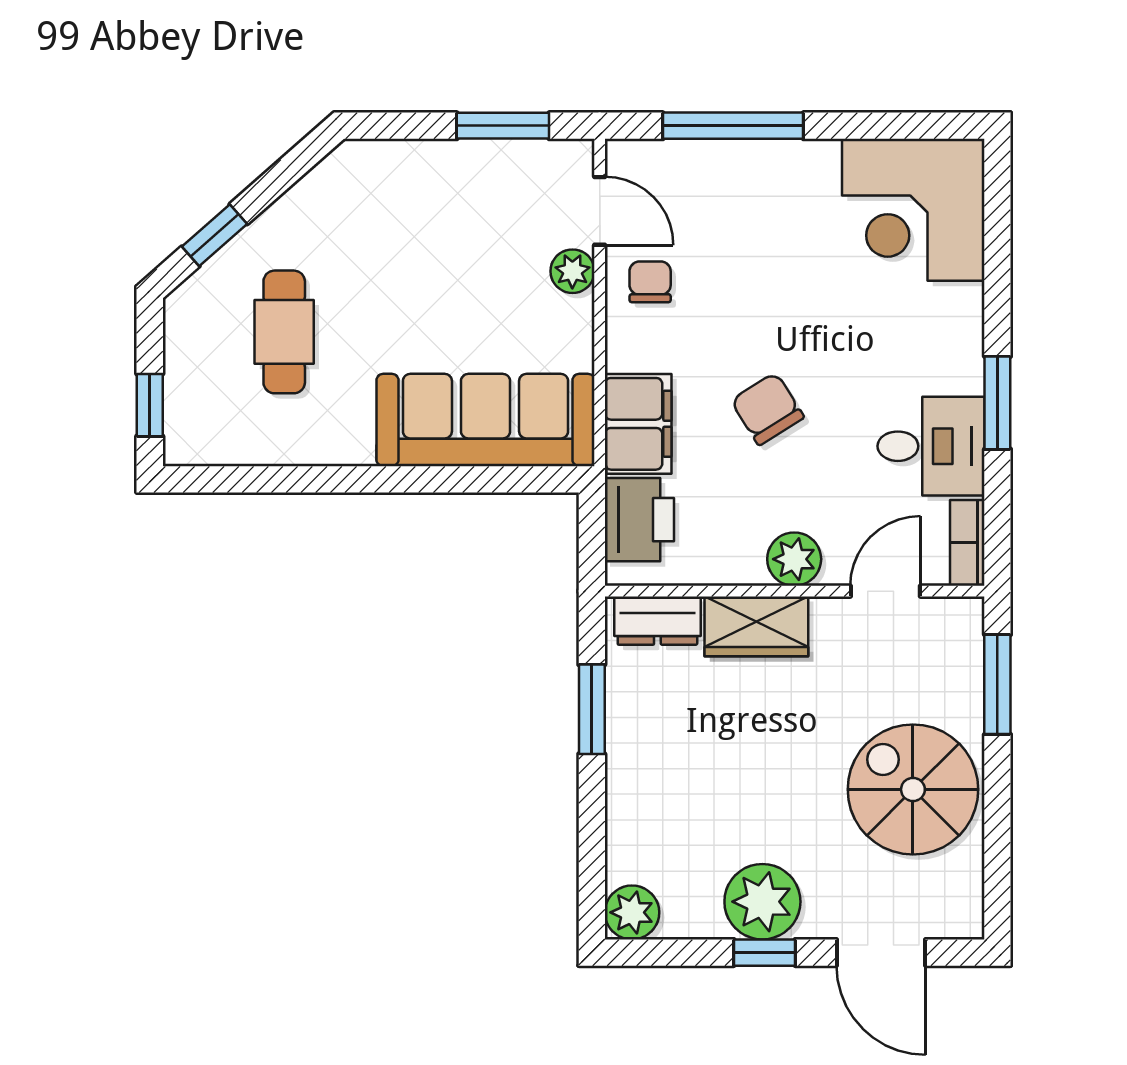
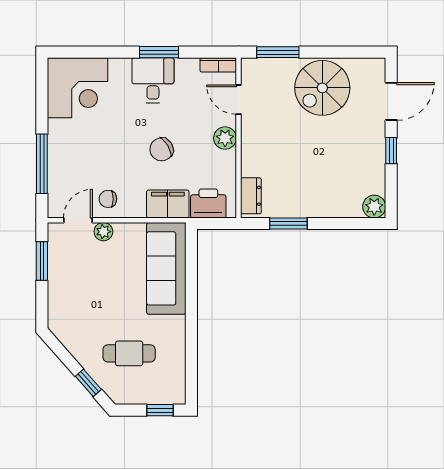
desk: (931, 446) -> (153, 80), moved
wardrobe: (756, 626) -> (253, 154), removed
plant: (762, 902) -> (370, 151), removed

